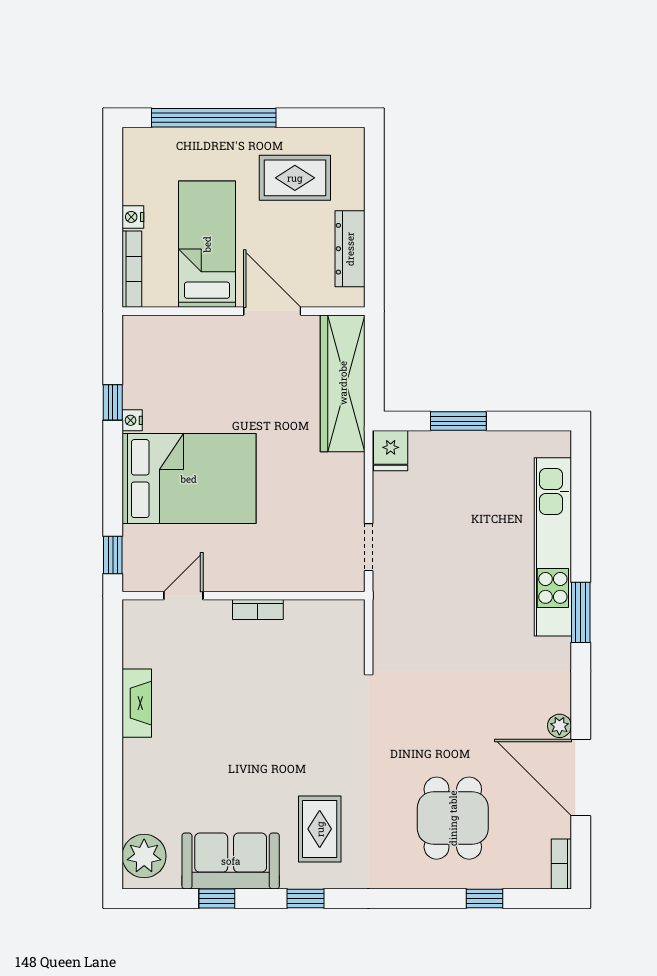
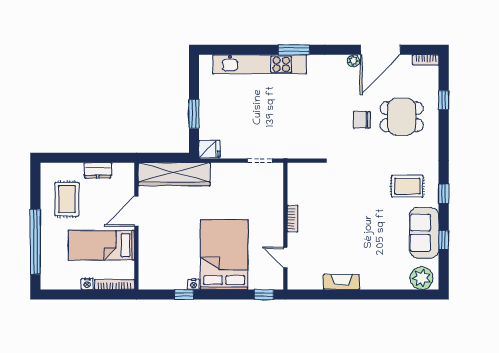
dresser: (350, 249) -> (98, 170), width x0.70
chair: (447, 742) -> (362, 120), added

